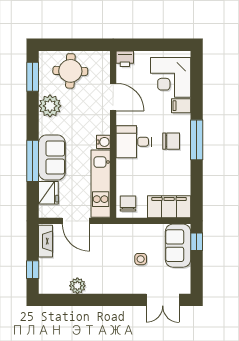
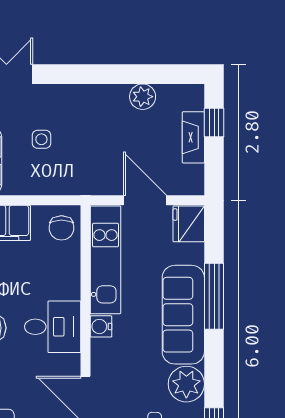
sofa: (52, 158) -> (183, 315), width x1.36
fridge: (48, 193) -> (189, 224), moved
fireplace: (46, 241) -> (193, 137), moved

